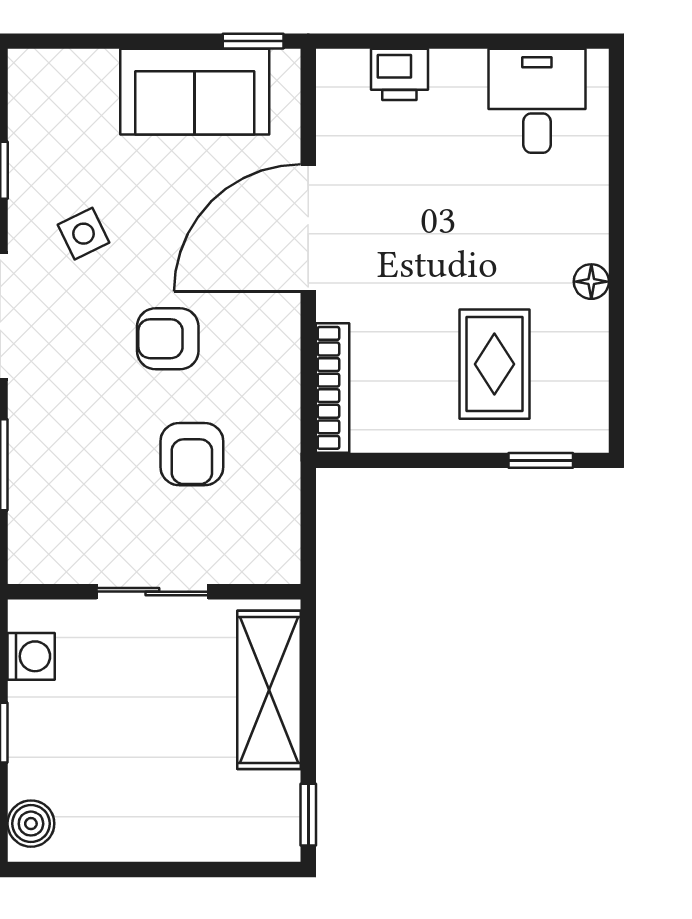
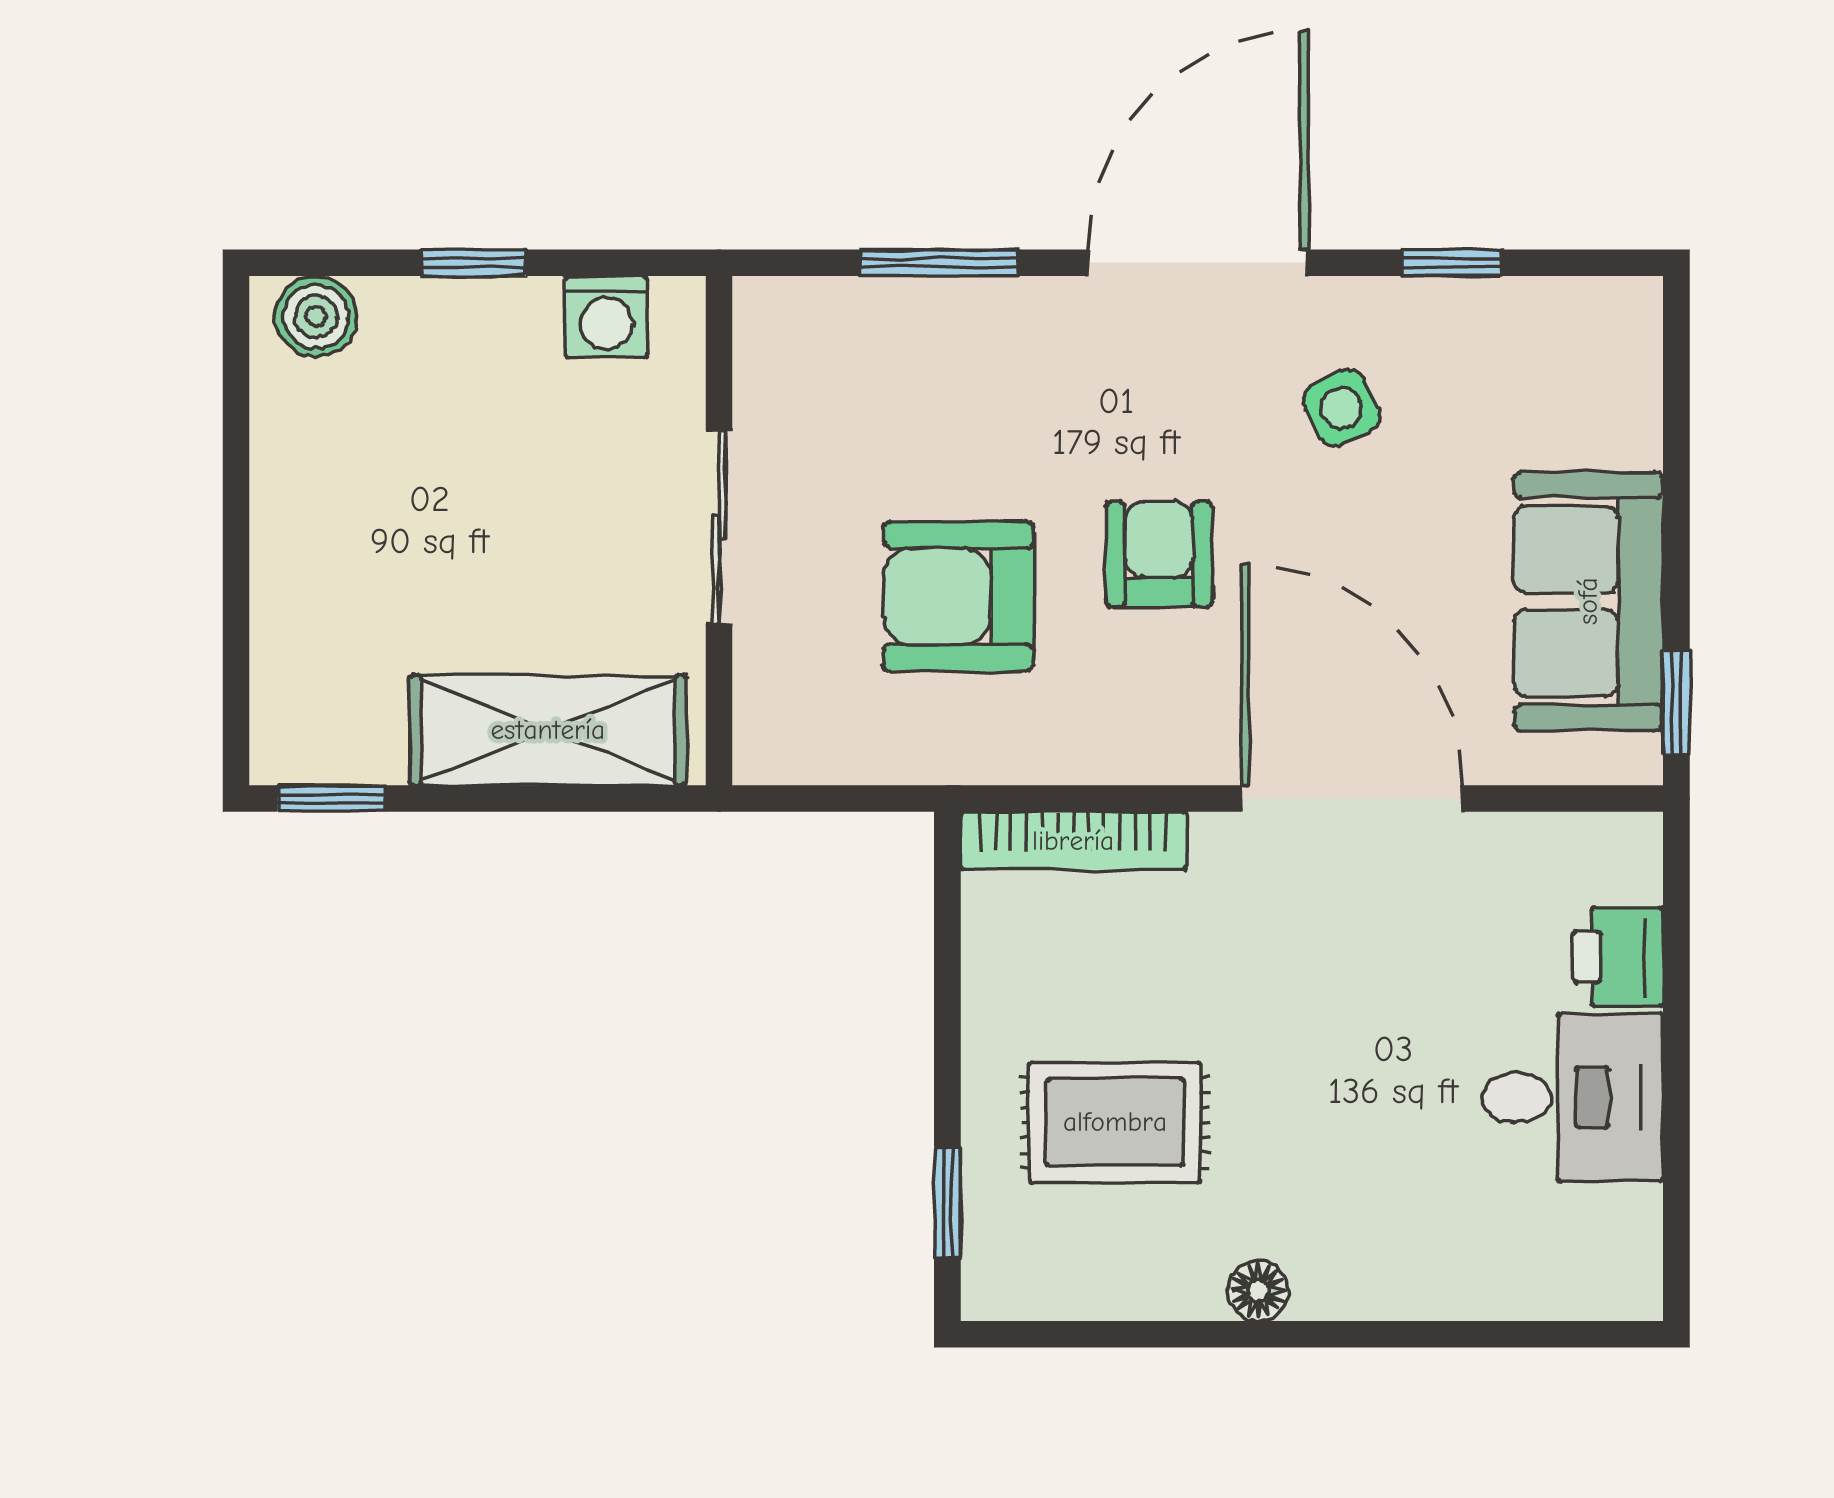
desk: (537, 101) -> (1573, 1097), moved
armchair: (192, 454) -> (958, 596), width x1.38, depth x1.38

